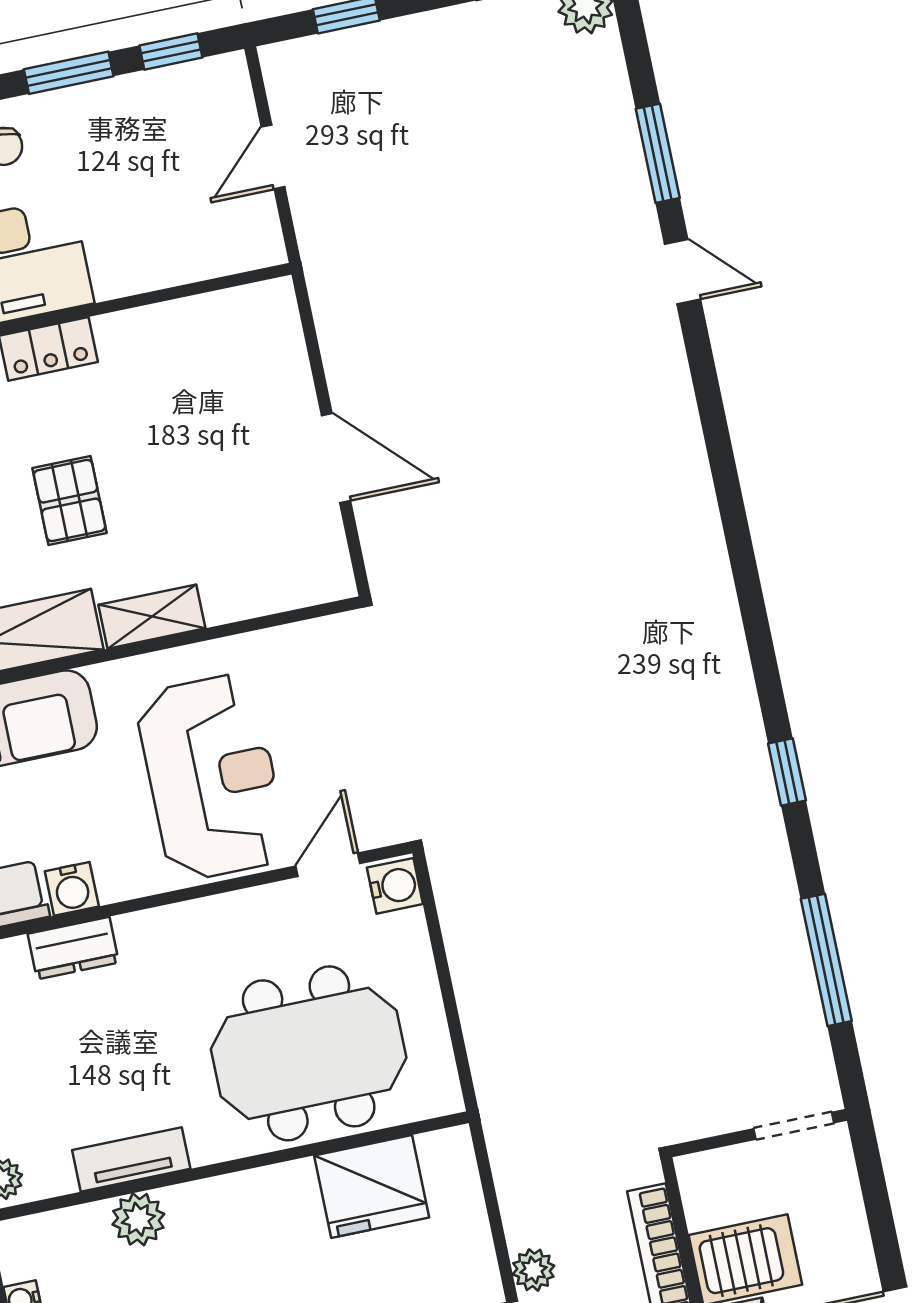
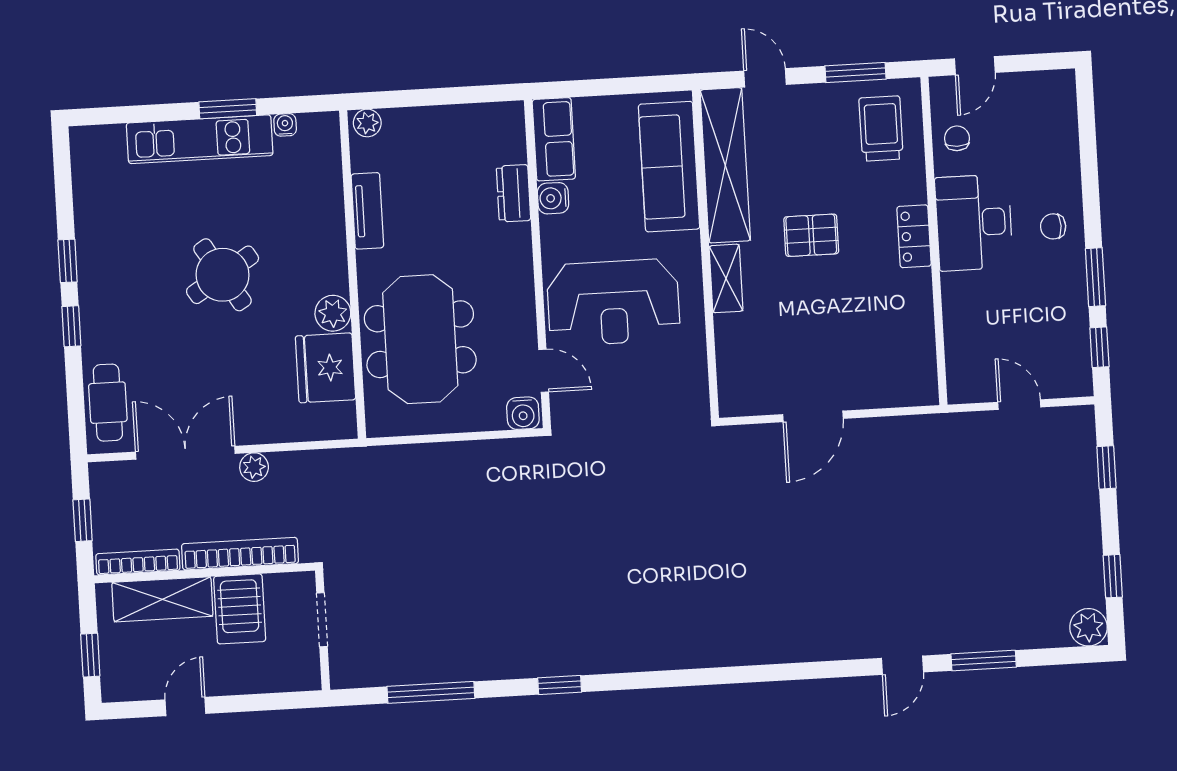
doorway: (794, 1126) -> (322, 620), moved
plant: (138, 1219) -> (333, 313), moved

